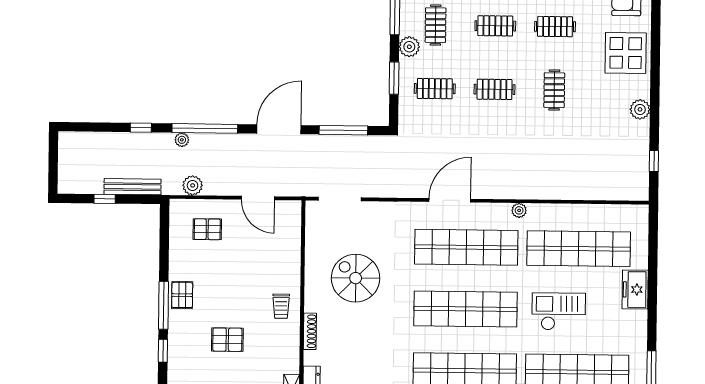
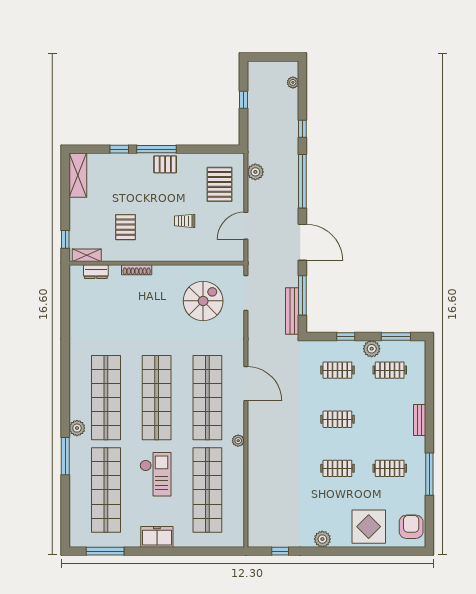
clothes rail: (495, 26) -> (390, 419), removed
clothes rail: (555, 27) -> (390, 468), turned 90
window: (394, 78) -> (346, 337), width x0.67
clothes rail: (435, 89) -> (337, 370), turned 90
clothes rail: (494, 89) -> (337, 419), turned 90
plant: (182, 140) -> (293, 82), moved
bench: (133, 187) -> (292, 311), moved
pallet: (207, 229) -> (220, 184), width x1.50, depth x1.42
spiral stairs: (356, 278) -> (203, 301), moved
freezer: (635, 290) -> (157, 537), moved
trolley: (281, 306) -> (185, 221), moved
pallet: (227, 340) -> (126, 227), moved

